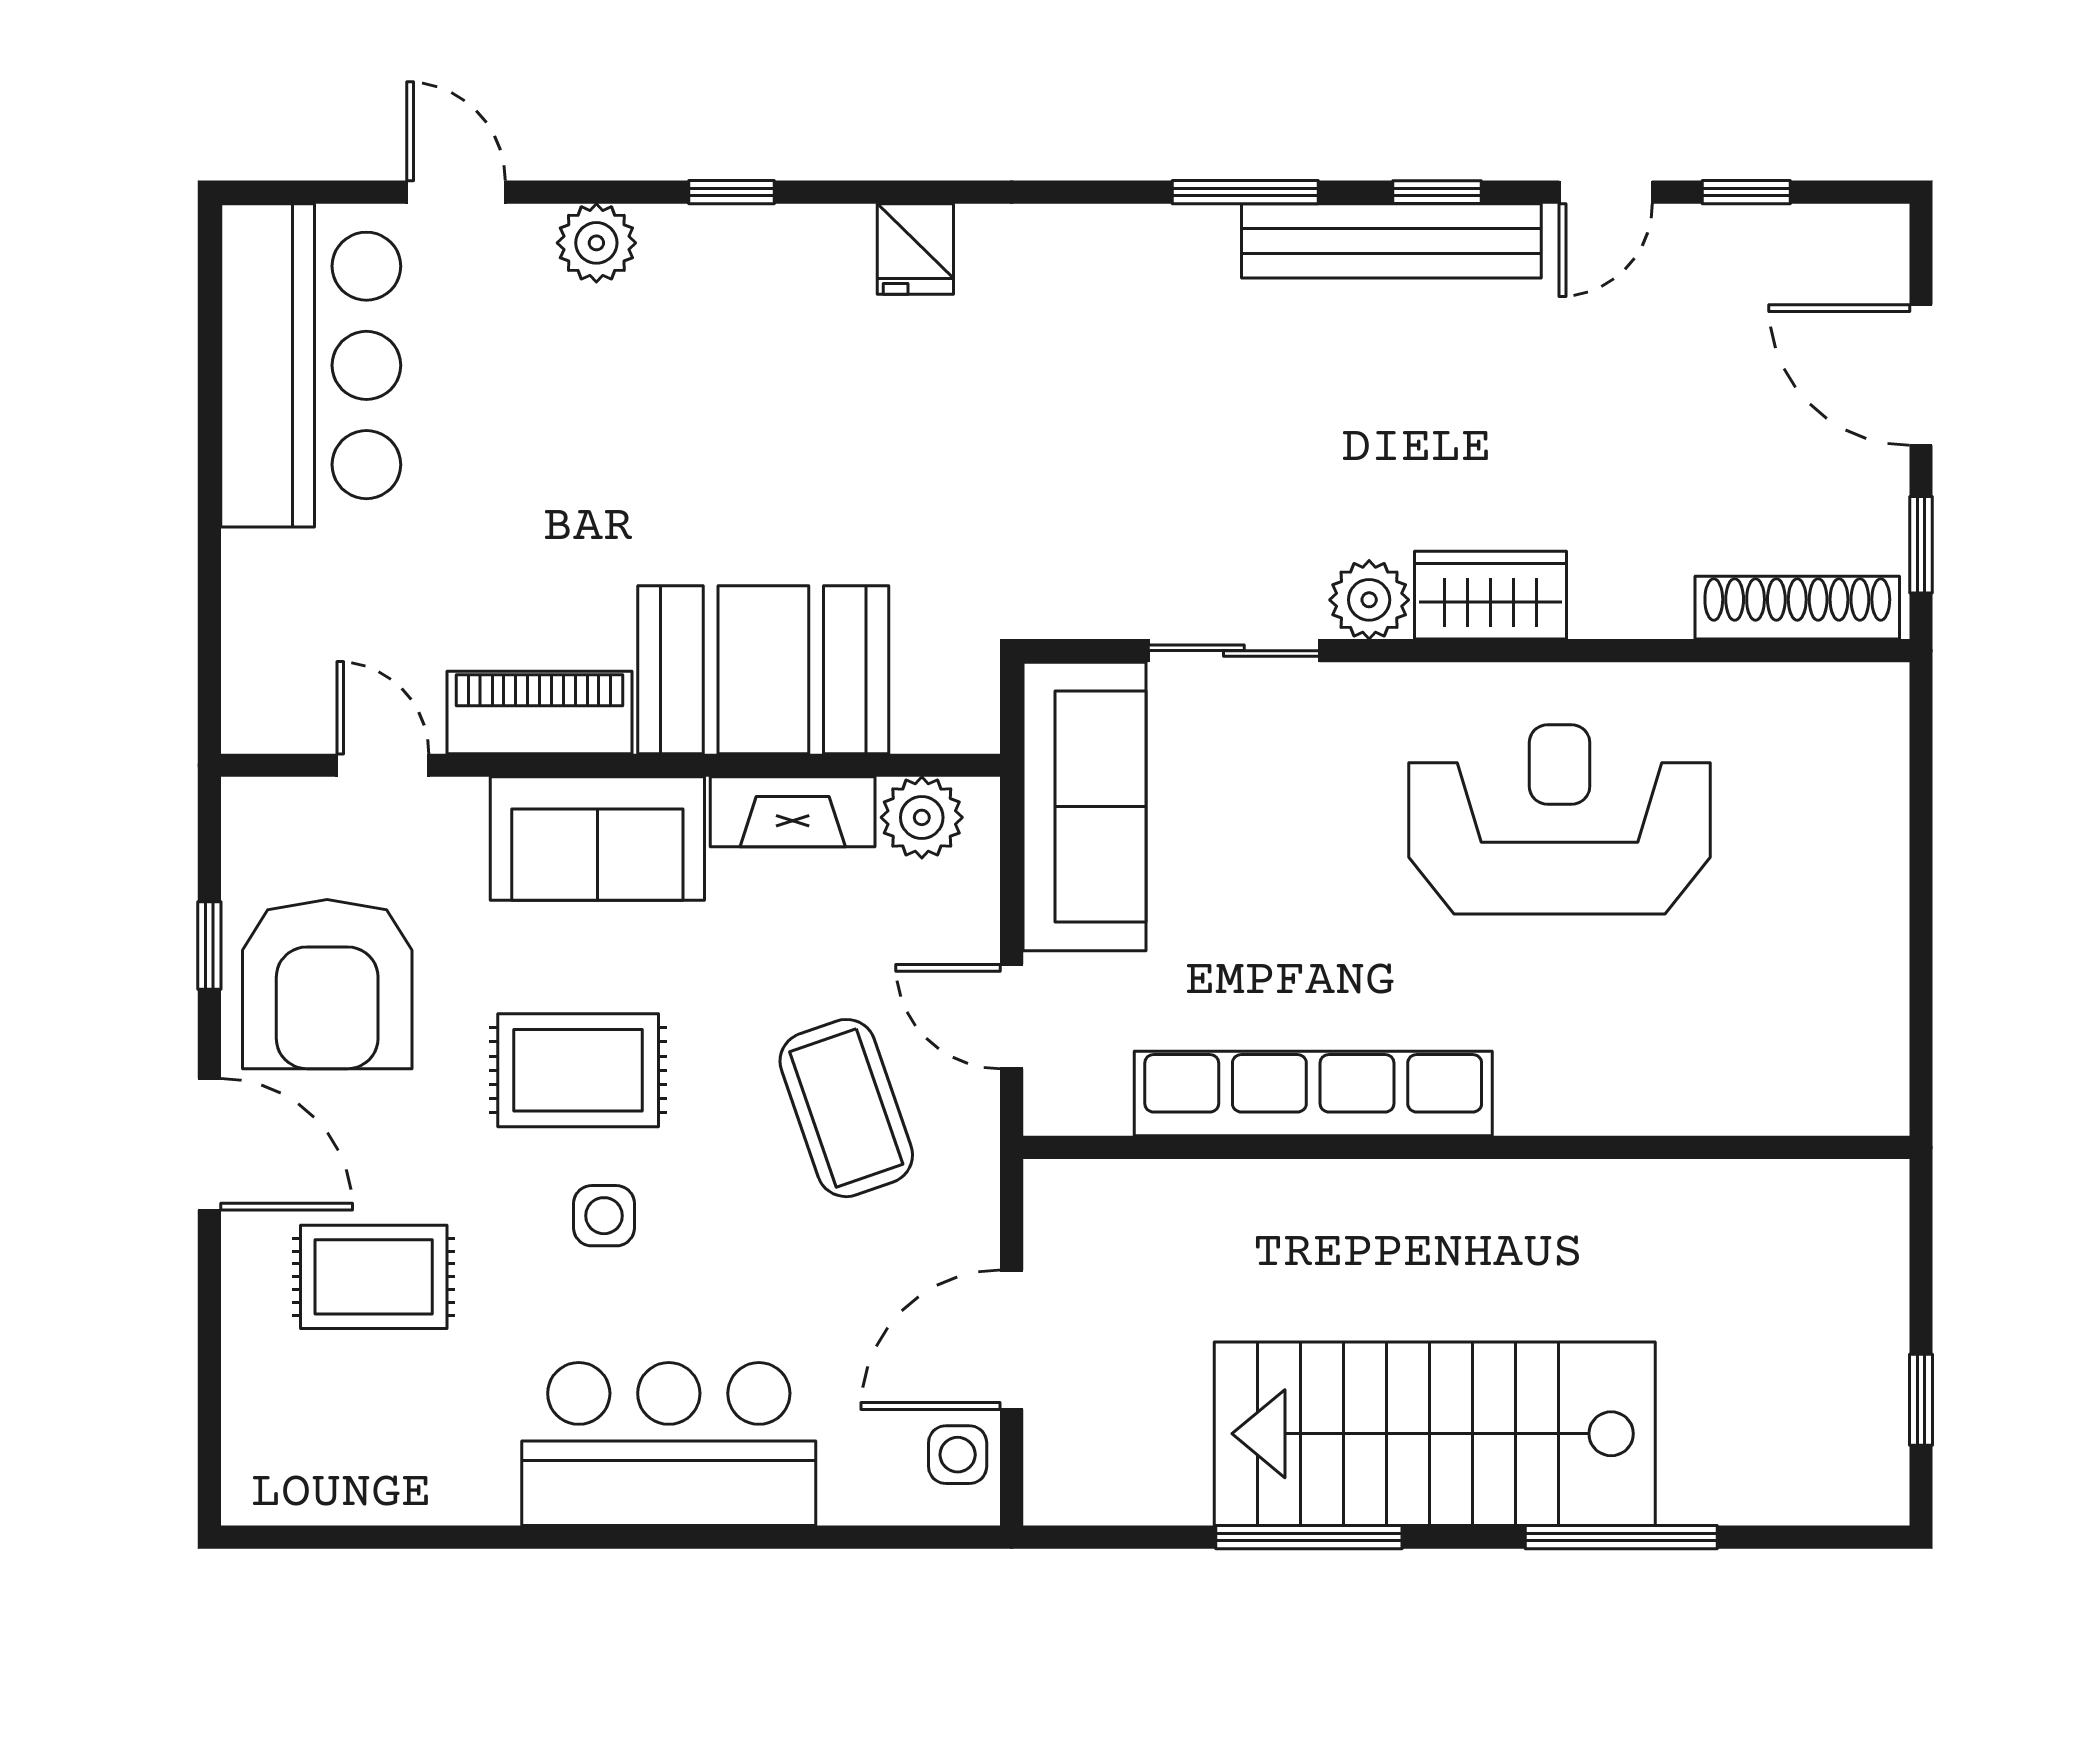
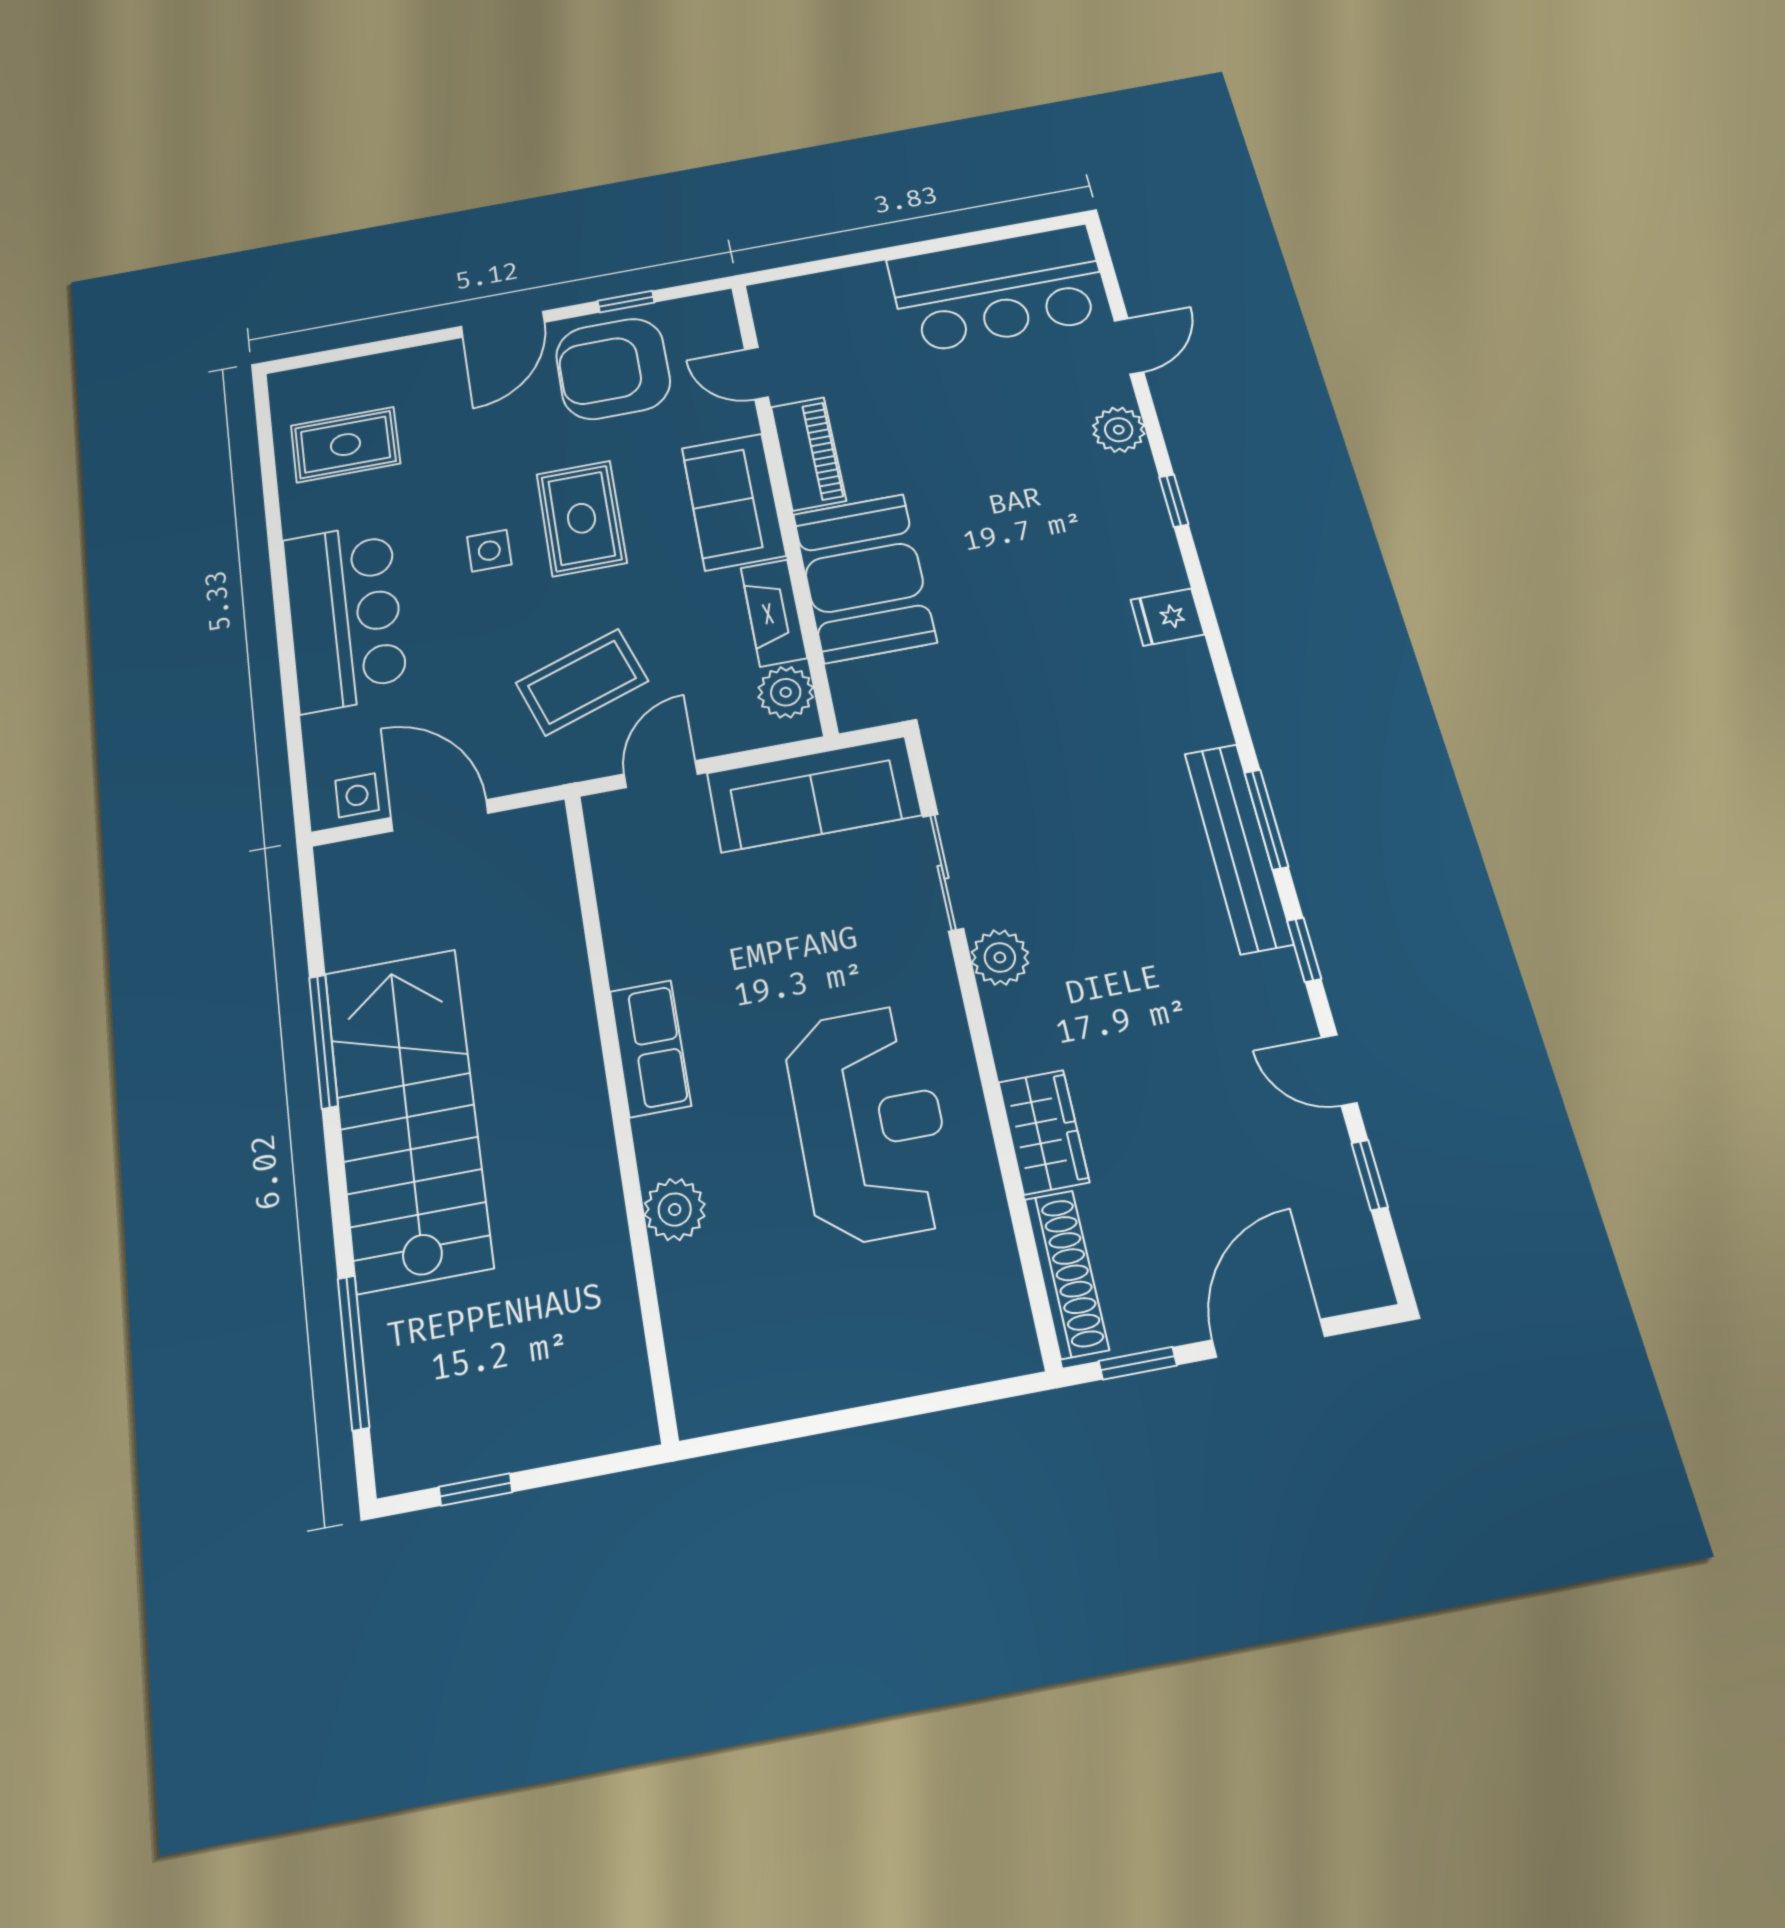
bench: (1391, 241) -> (1238, 848), moved
wardrobe: (1491, 595) -> (1044, 1132), moved
door: (383, 765) -> (757, 373), swing flipped
row of seats: (1313, 1093) -> (650, 1048), width x0.50
plant: (1623, 1095) -> (675, 1210), added
rug: (374, 1277) -> (345, 445), moved, turned 90
window: (1621, 1537) -> (353, 1352), moved

